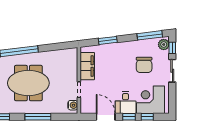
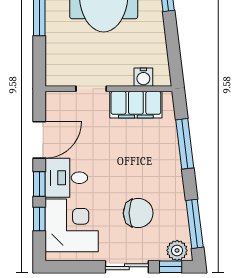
window: (108, 40) -> (185, 144), width x1.44
chair: (144, 65) -> (138, 213), turned 180
water cooler: (73, 105) -> (143, 77), moved

